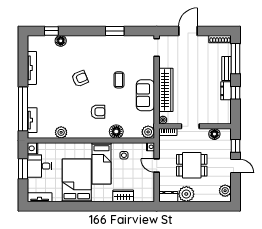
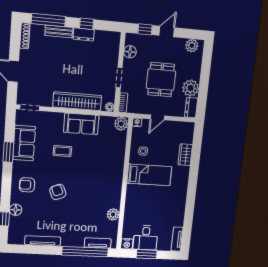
sofa: (124, 45) -> (24, 143), added
armchair: (98, 112) -> (27, 185), moved, turned -90
floor lamp: (116, 132) -> (117, 157), removed
bed: (77, 180) -> (164, 201), removed

